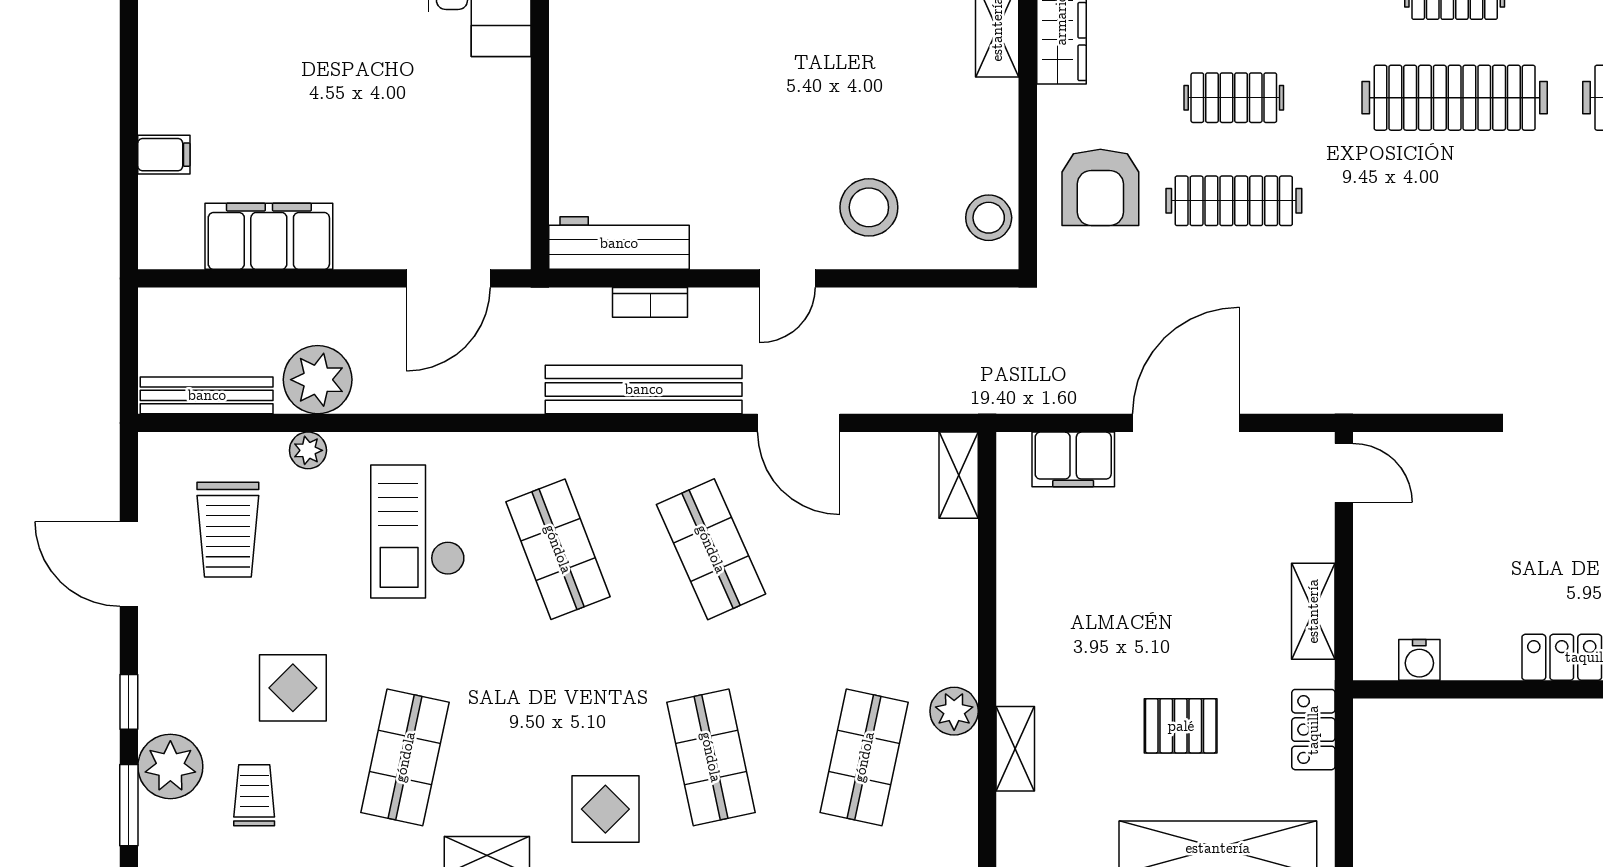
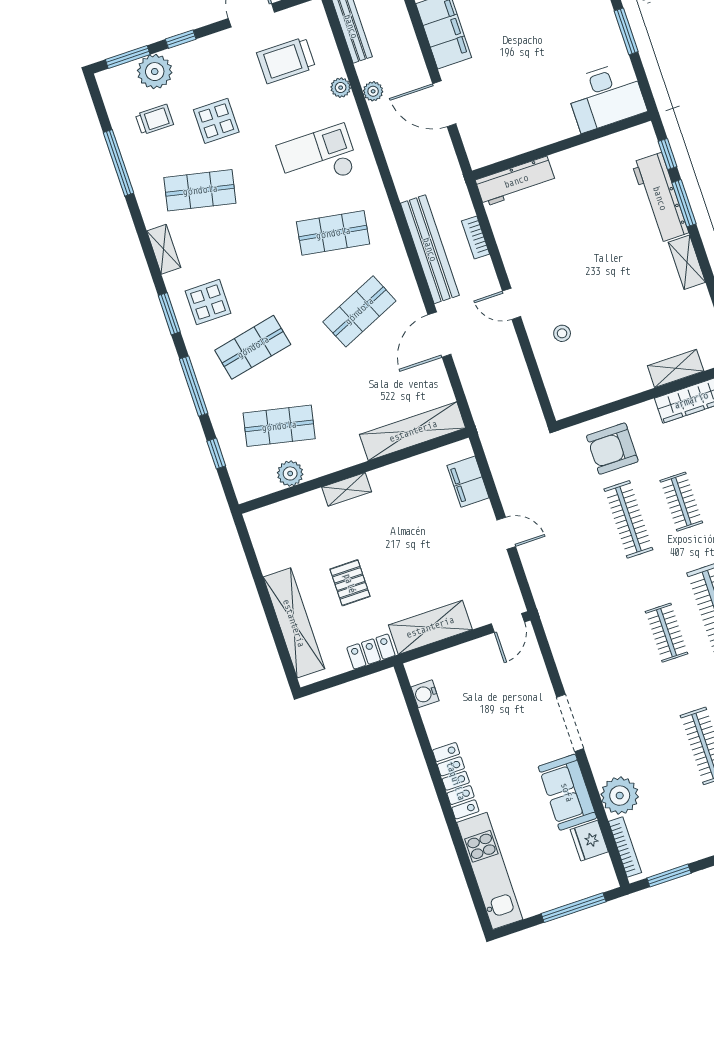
clothes rail: (1455, 201) -> (667, 633), added
stool: (869, 207) -> (562, 333), width x0.53, depth x0.53
stool: (989, 218) -> (577, 397), removed
workbench: (619, 243) -> (516, 181), moved, turned 90
door: (448, 278) -> (444, 104), moved
plant: (318, 380) -> (373, 91), width x0.53, depth x0.53
door: (1186, 423) -> (506, 533), width x0.53
shelving: (959, 475) -> (413, 431), width x2.20, depth x1.33
shop shelf: (558, 549) -> (333, 233), turned 30
shelving: (1313, 611) -> (430, 627), width x1.50, depth x1.33
plant: (954, 711) -> (290, 473), moved
shelving: (1015, 749) -> (347, 489), moved

